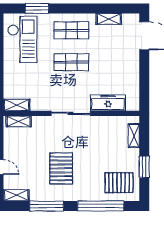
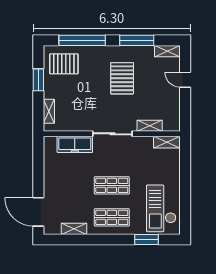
shelving: (19, 121) -> (150, 126), moved

